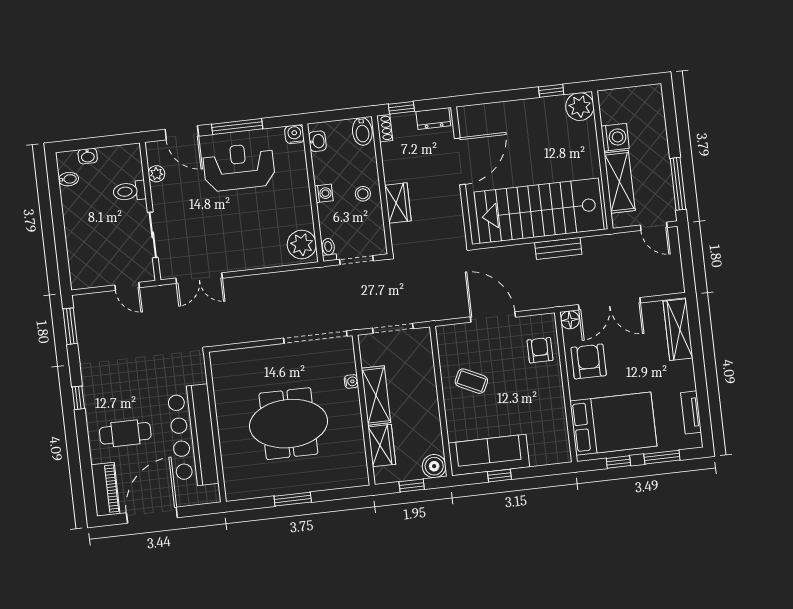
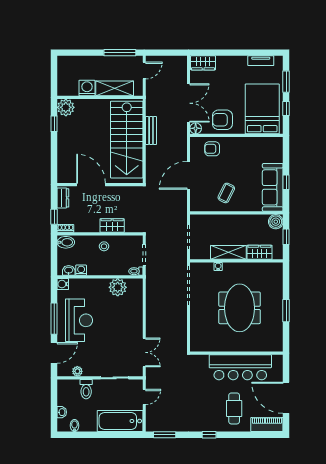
reception desk: (239, 167) -> (79, 320), turned 180
washing machine: (324, 193) -> (81, 270), moved
plant: (302, 244) -> (118, 287), moved
bathtub: (84, 252) -> (120, 421), added
wardrobe: (678, 330) -> (203, 63), width x0.67

